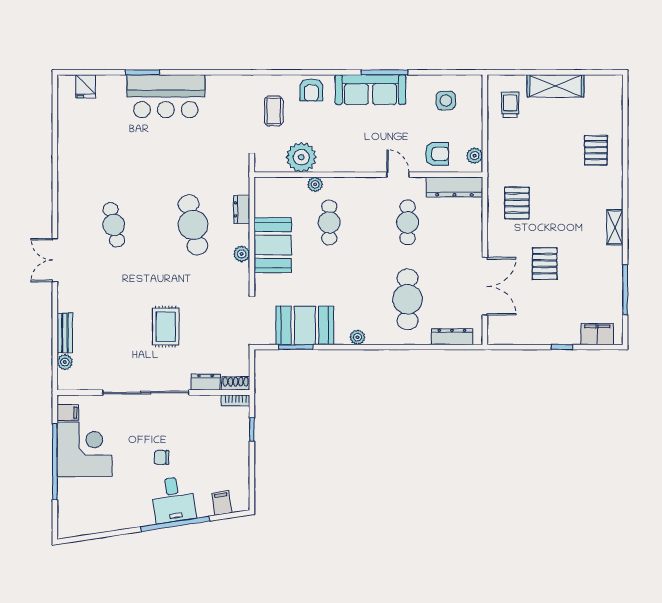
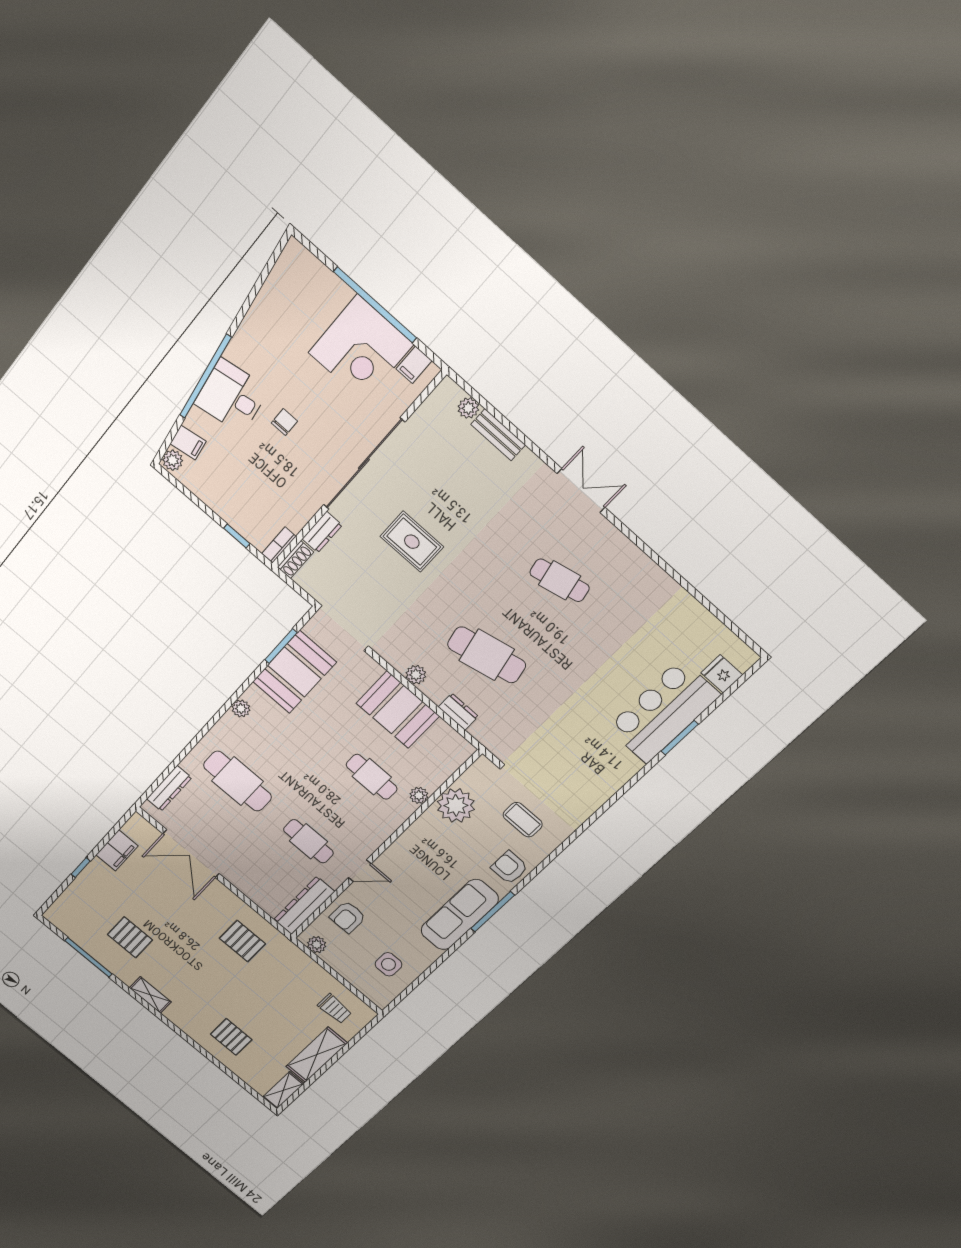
window: (384, 72) -> (493, 912), moved
shelving: (604, 83) -> (283, 1090), added
bar counter: (166, 96) -> (663, 712), moved
pallet: (545, 264) -> (130, 937), moved
filing cabinet: (597, 334) -> (117, 850), moved
plant: (240, 504) -> (173, 460), added

